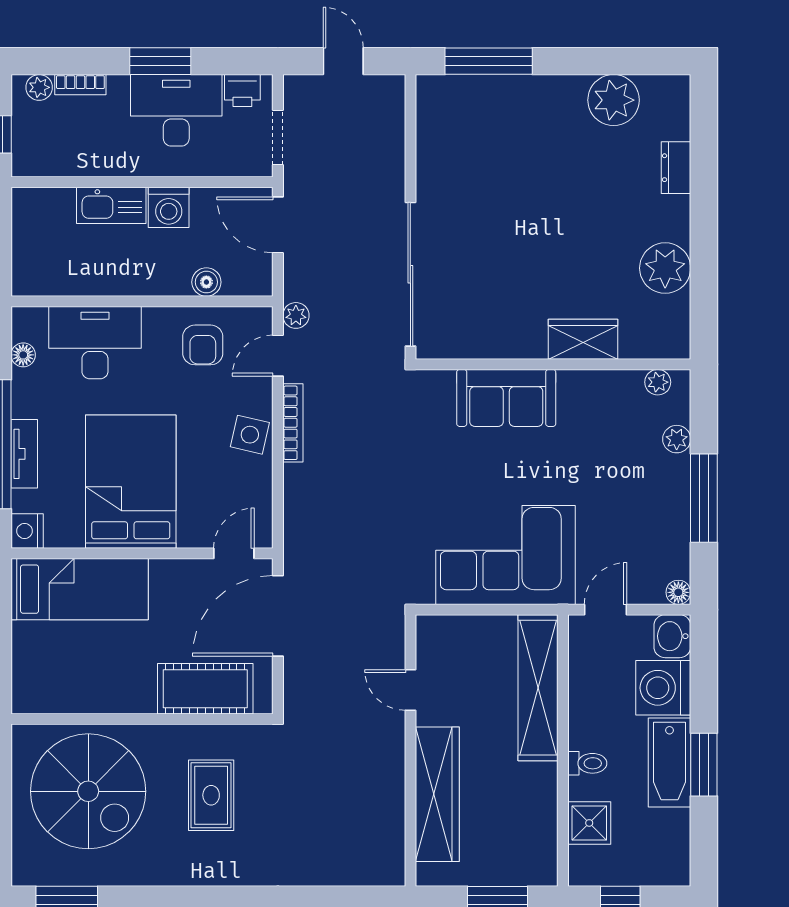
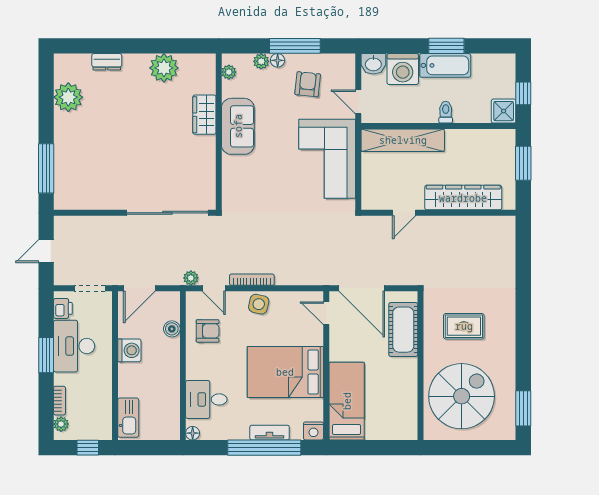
kitchen sink: (111, 205) -> (128, 418), moved
desk: (95, 343) -> (206, 399), width x0.73
floor lamp: (23, 355) -> (193, 433), moved
sofa: (506, 398) -> (238, 126), moved
armchair: (636, 521) -> (308, 84), added
floor lamp: (678, 592) -> (278, 60), moved
shower: (589, 823) -> (504, 111), moved

